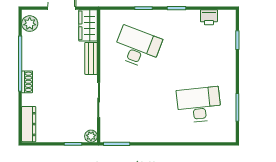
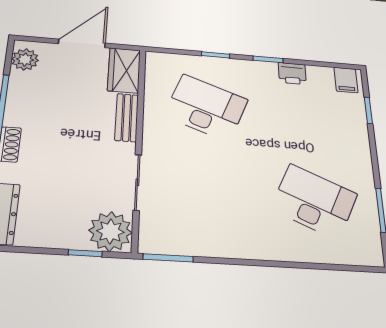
printer: (209, 17) -> (292, 73), moved
filing cabinet: (225, 19) -> (346, 80), added
desk: (199, 105) -> (314, 201), turned 30
plant: (91, 136) -> (110, 231), width x1.87, depth x1.87

